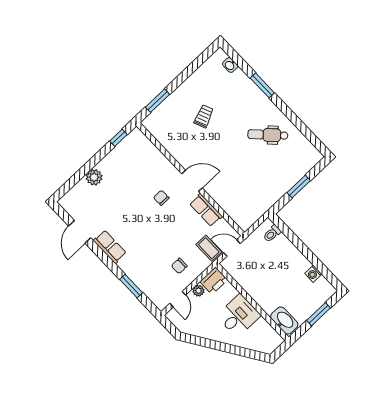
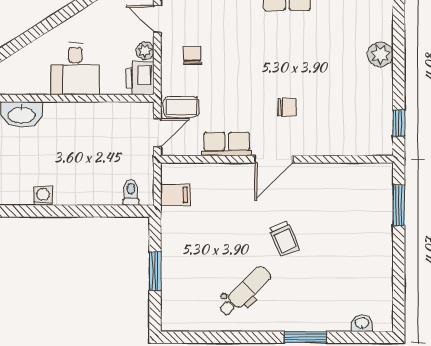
trolley: (204, 116) -> (284, 239), moved
filing cabinet: (253, 211) -> (175, 195), added

